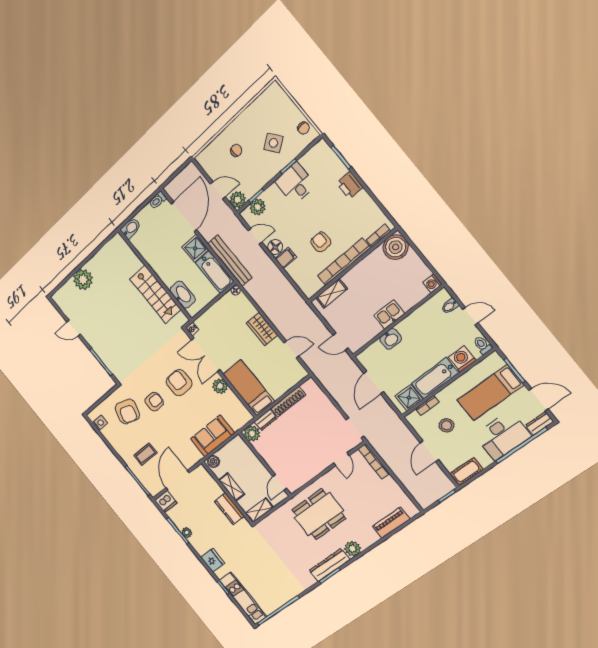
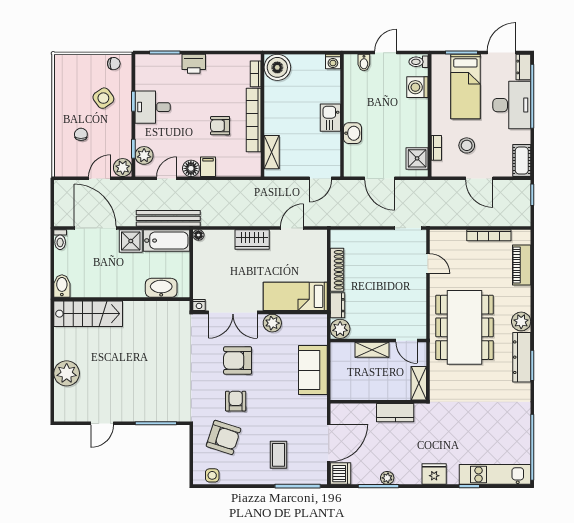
stairs: (155, 294) -> (88, 314), moved
bathtub: (435, 378) -> (417, 123), removed
boiler: (213, 461) -> (338, 390), removed
bookcase: (374, 461) -> (489, 235), moved
door: (178, 480) -> (329, 443), swing flipped
shelving: (232, 487) -> (372, 350), moved
dining table: (319, 514) -> (465, 327), width x1.36, depth x1.24

